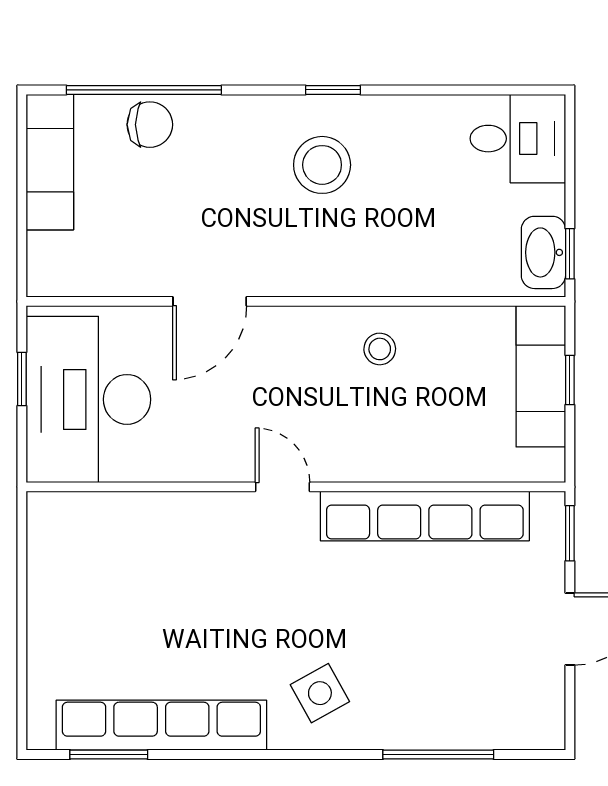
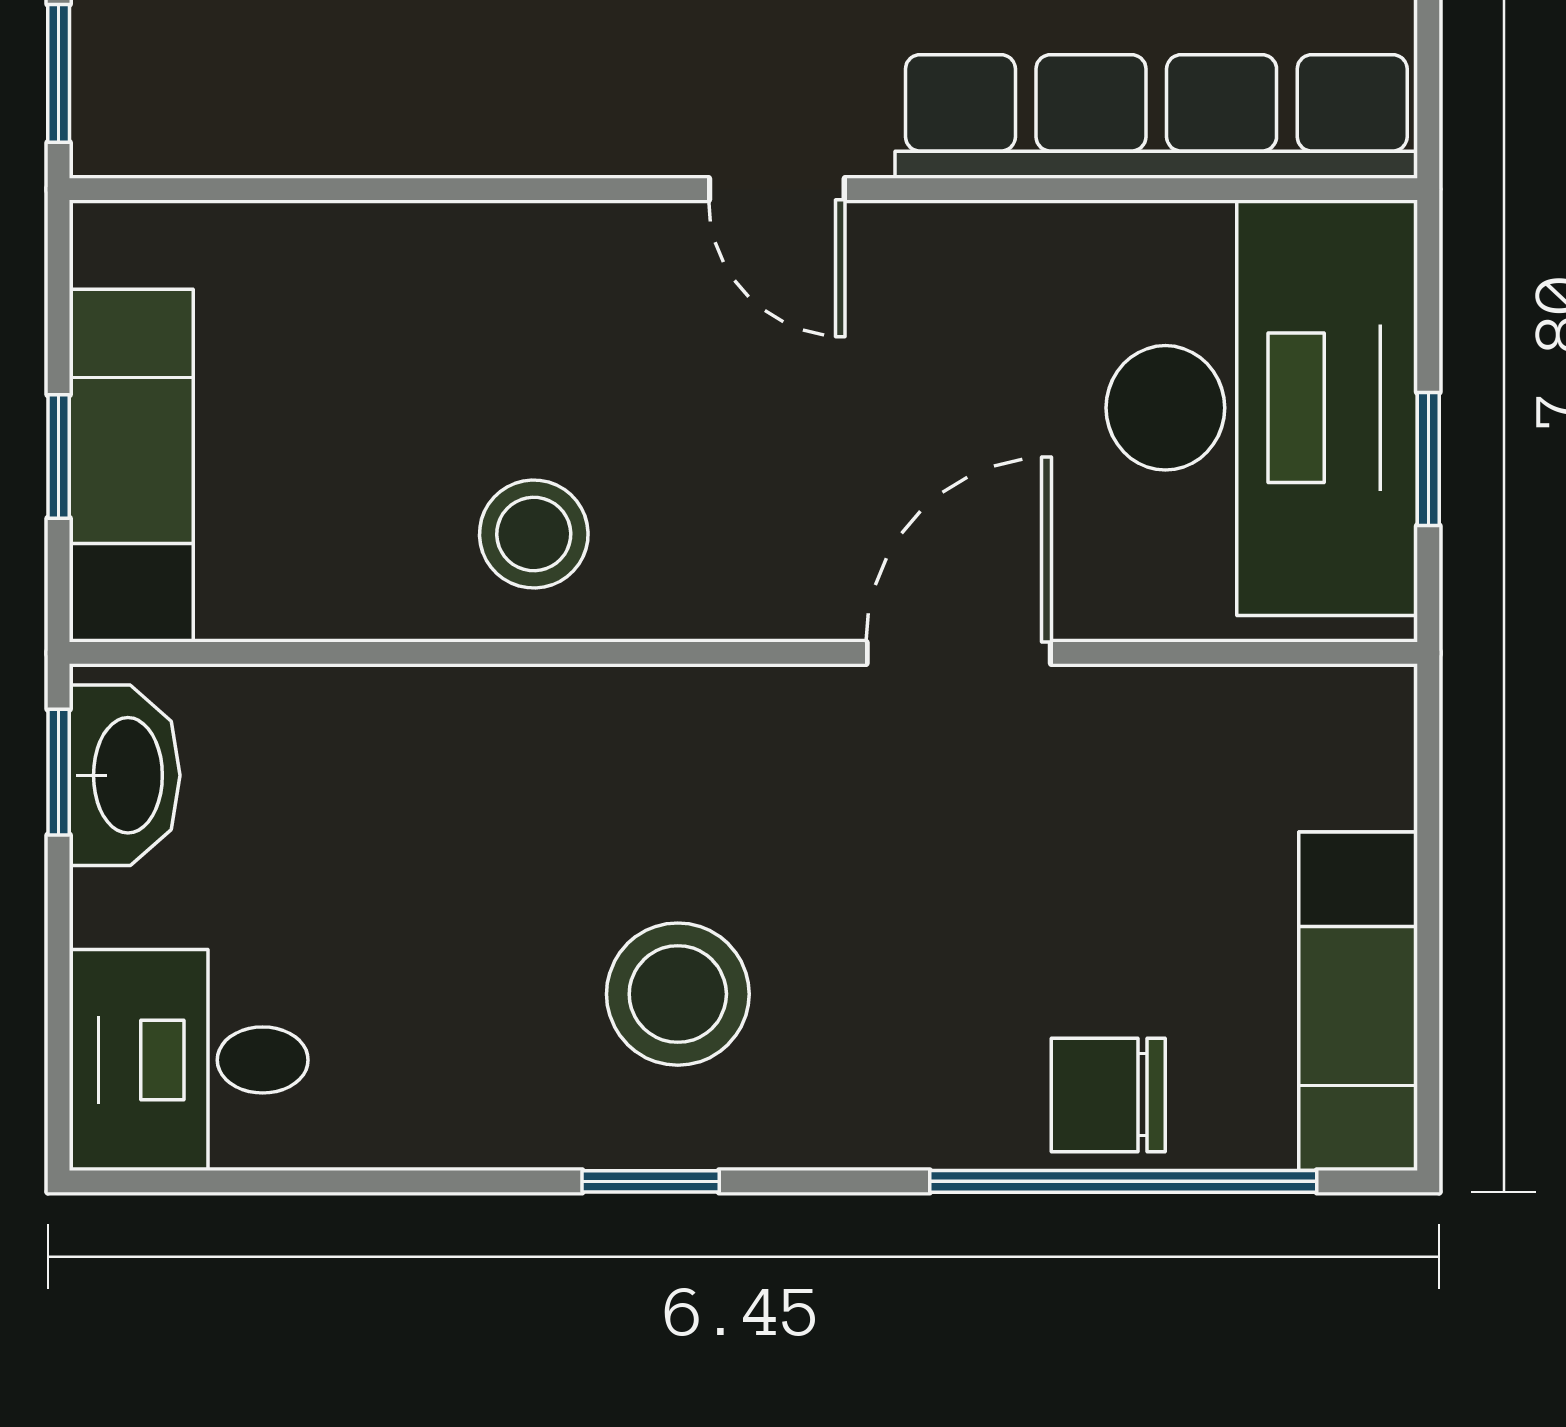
stool: (380, 349) -> (534, 534), width x1.37, depth x1.37
row of seats: (425, 516) -> (1156, 116), moved

